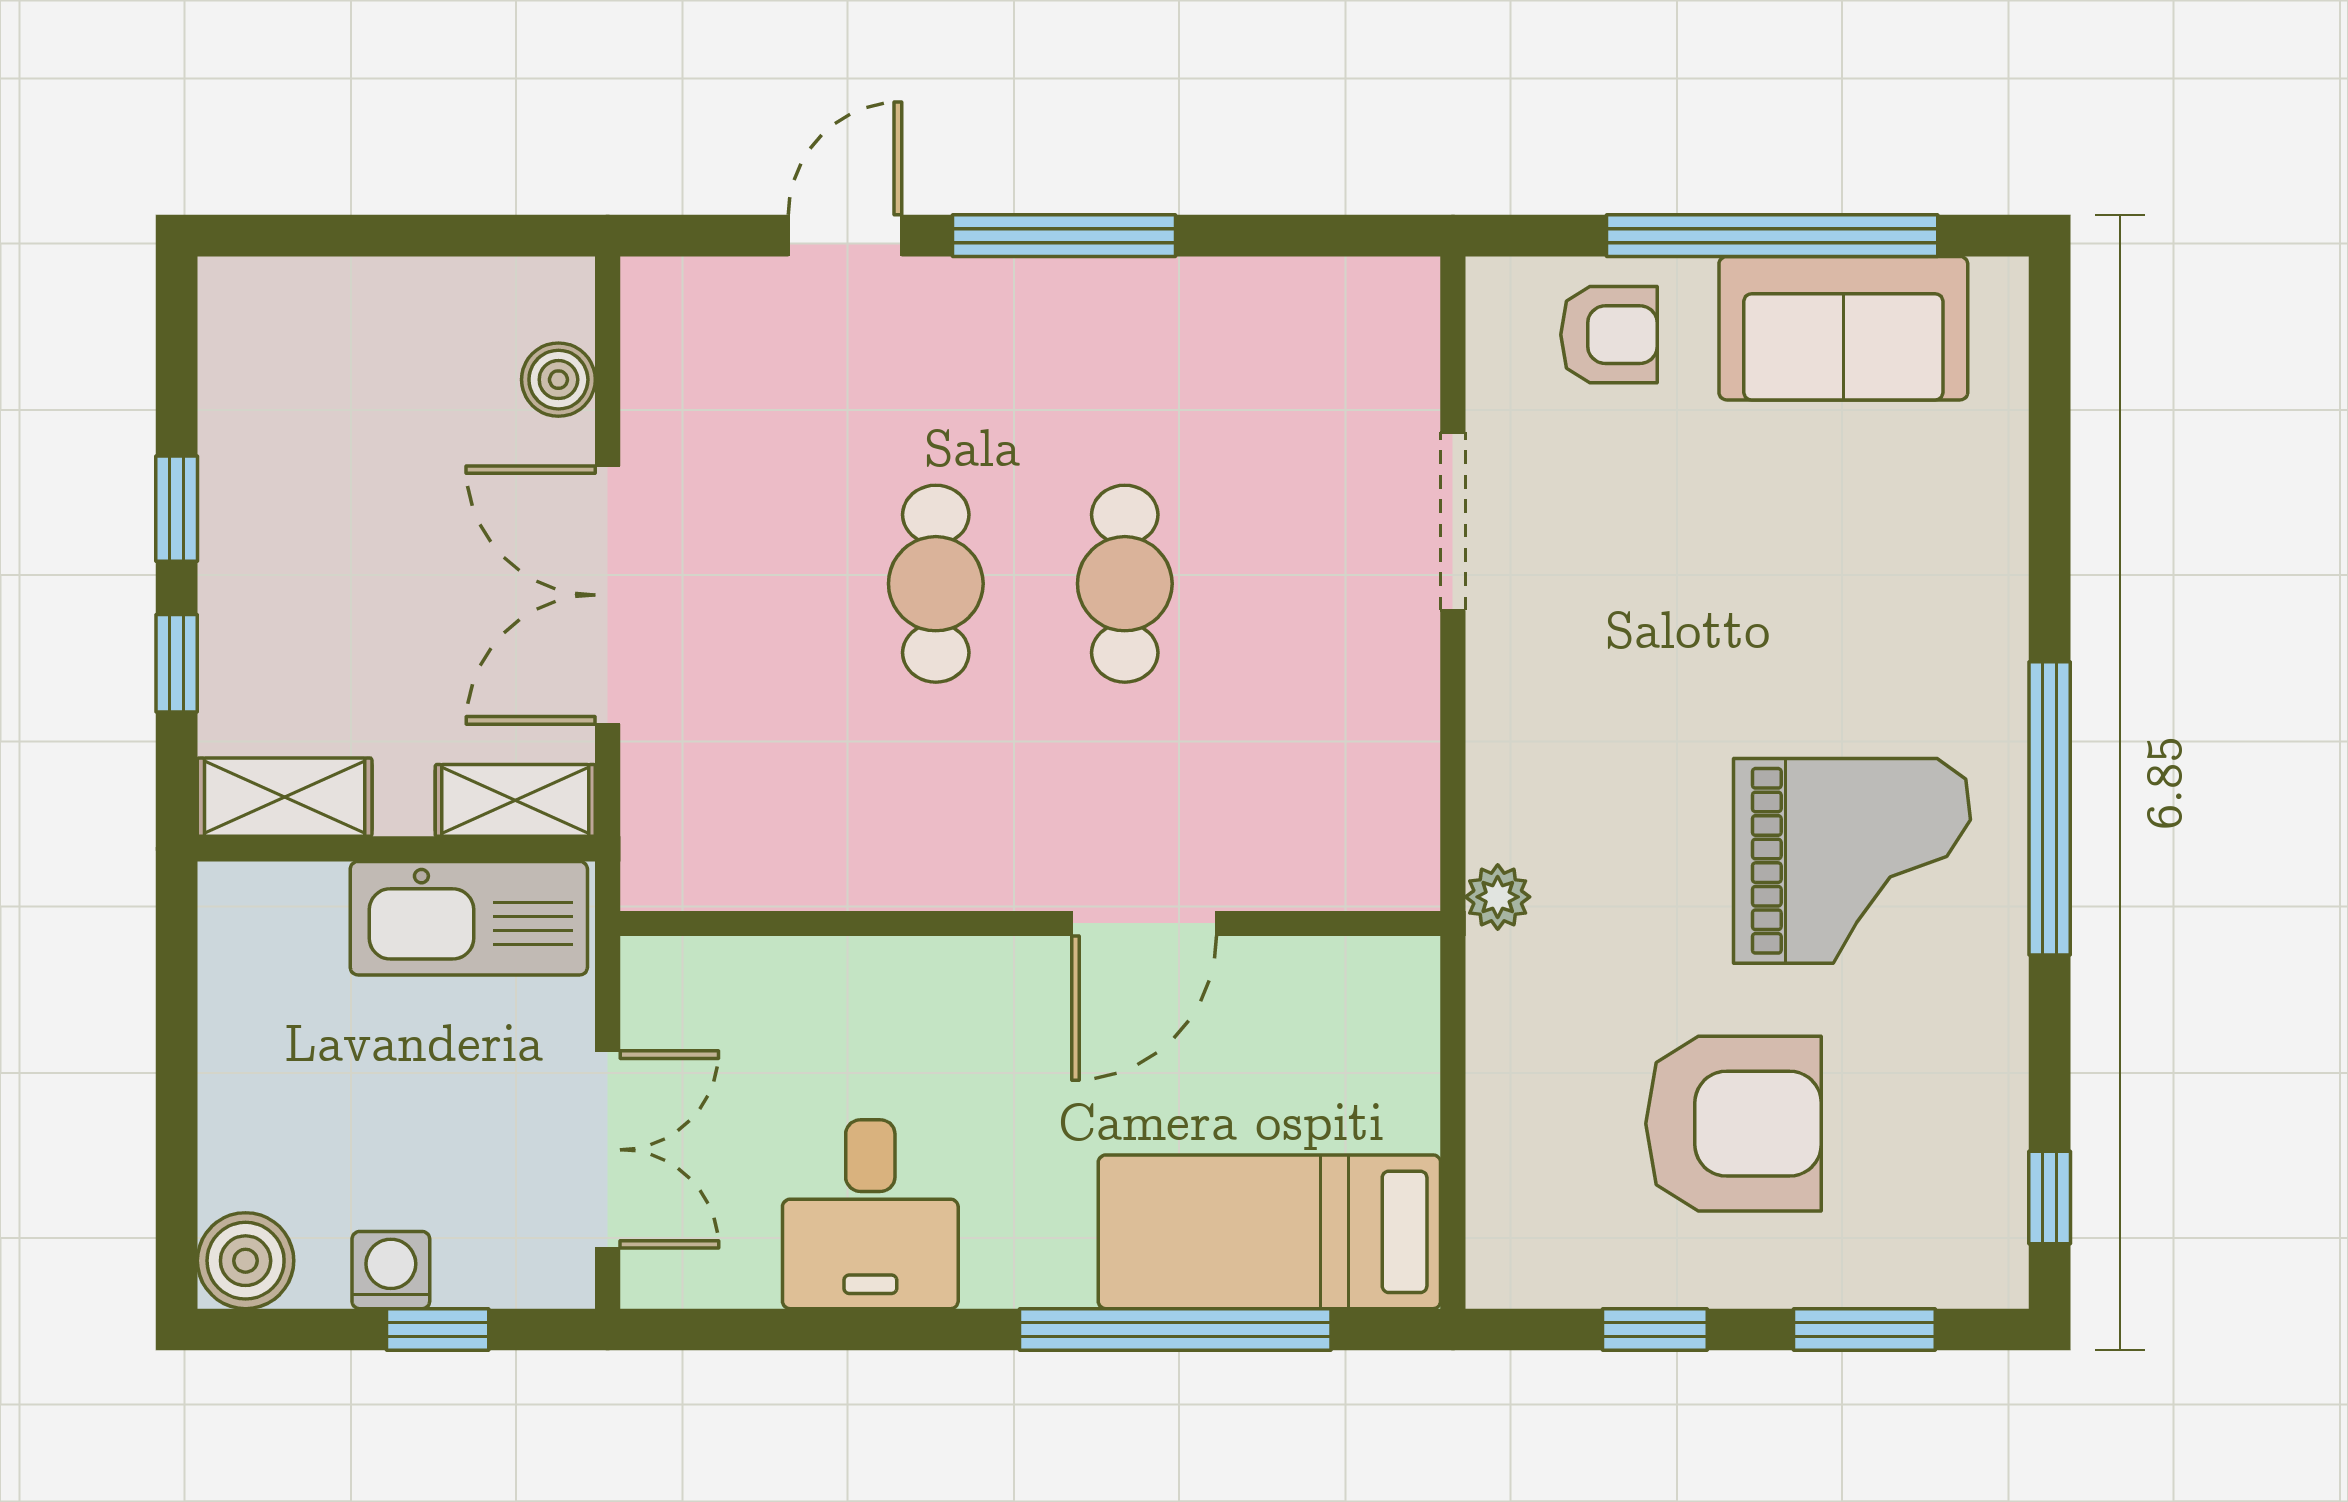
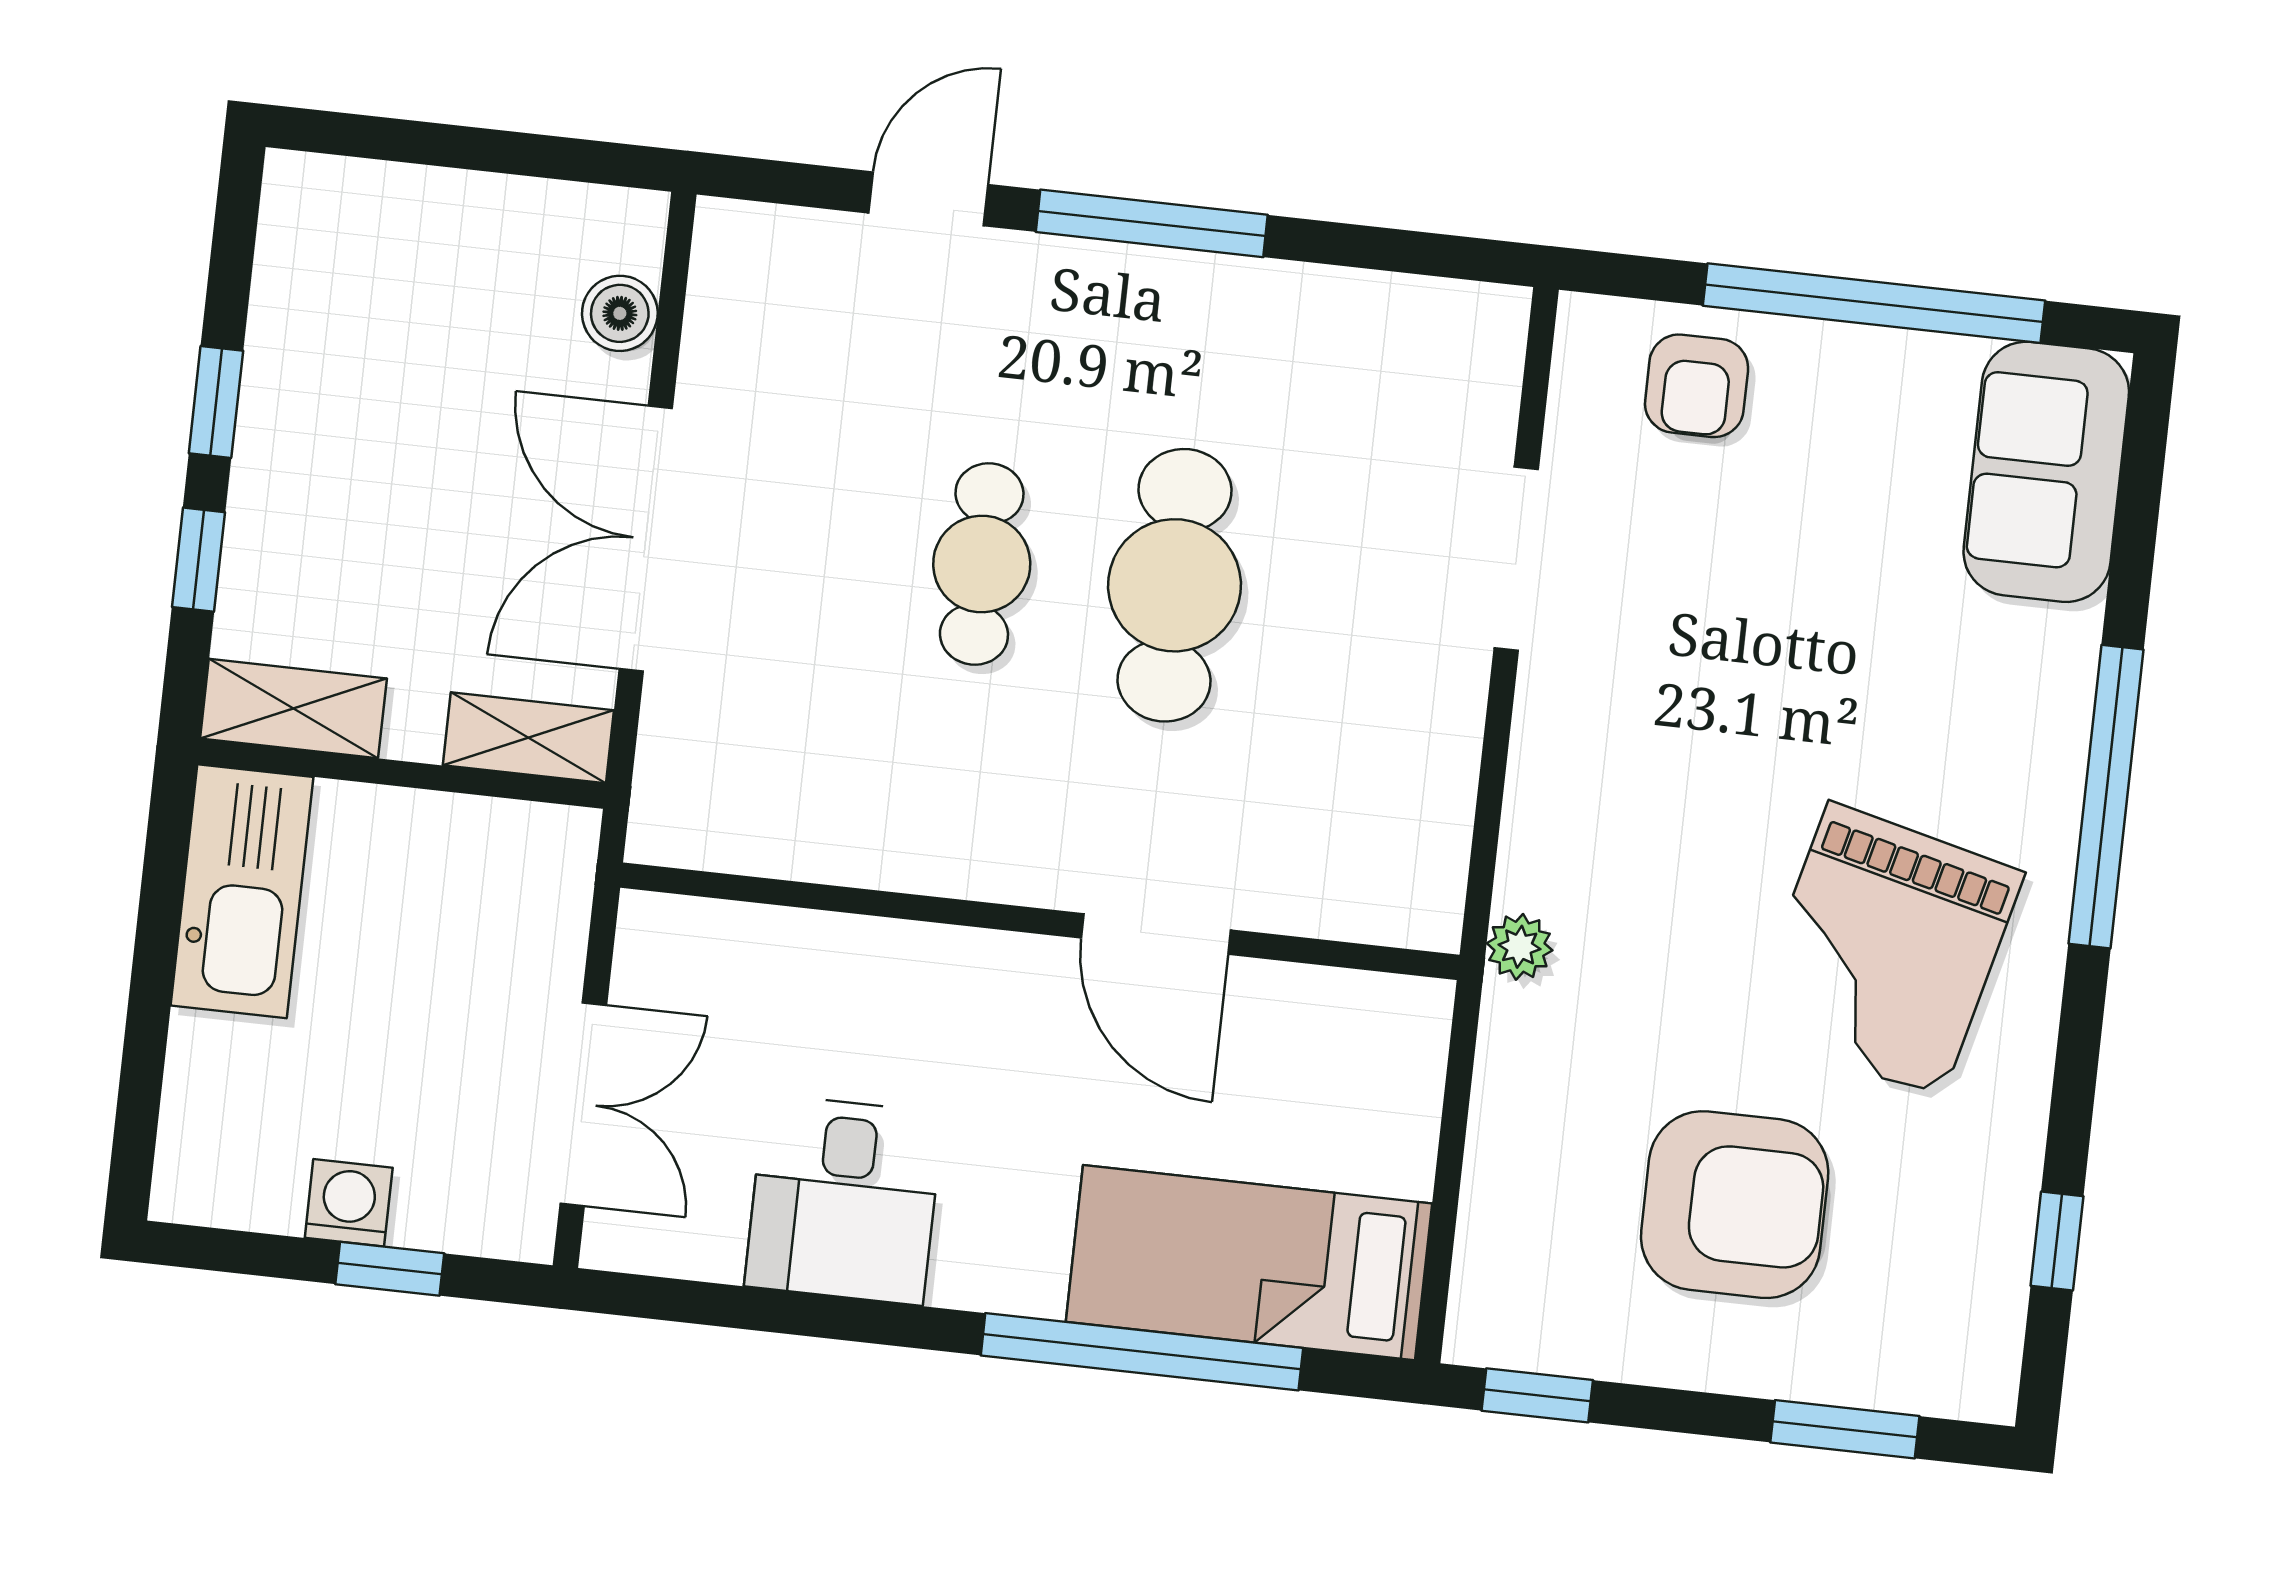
sofa: (1843, 328) -> (2046, 472), moved, turned 90
armchair: (1609, 335) -> (1697, 386), turned 90
cafe table: (1125, 584) -> (1175, 585), width x1.37, depth x1.35
window: (2050, 808) -> (2106, 797), moved
grand piano: (1852, 861) -> (1885, 950), turned 104
kitchen sink: (469, 918) -> (242, 891), moved, turned -90
door: (1144, 923) -> (1156, 934), hinge flipped
window: (2050, 1197) -> (2057, 1241), moved
boiler: (246, 1261) -> (201, 1177), removed
window: (1655, 1330) -> (1537, 1395), moved

